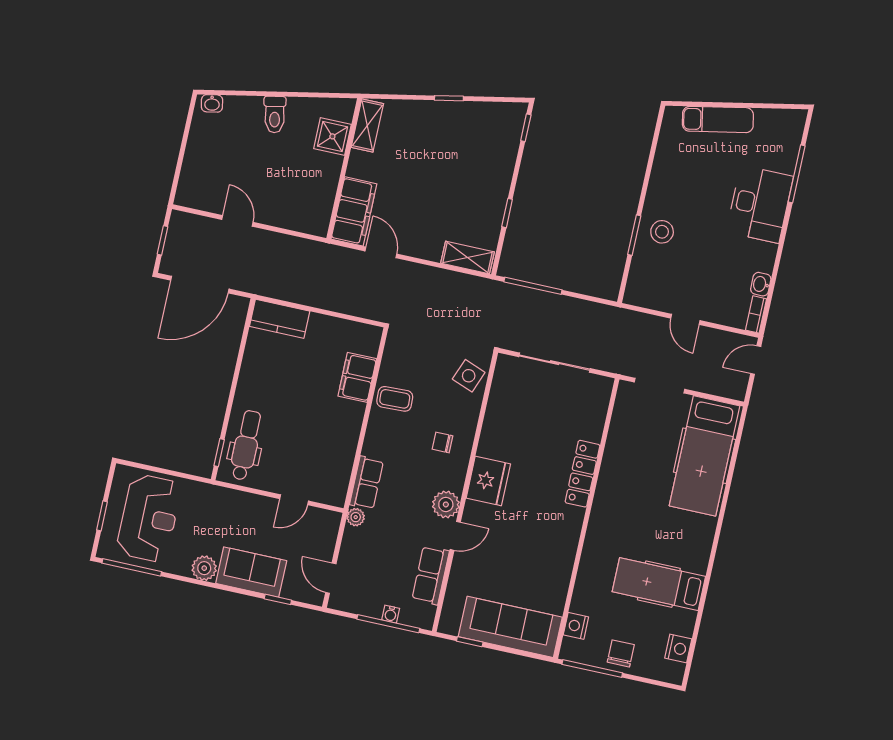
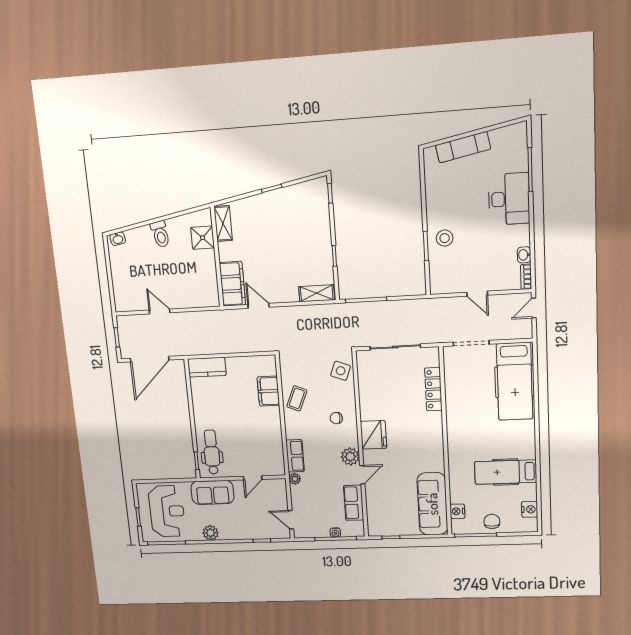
coffee table: (395, 399) -> (297, 398), turned -65
locker: (583, 474) -> (433, 389), moved
sofa: (251, 572) -> (212, 492), moved, turned 180
sofa: (510, 627) -> (432, 504), moved, turned -90

